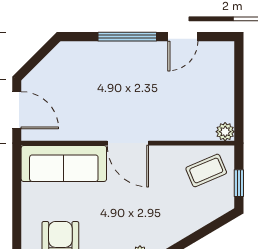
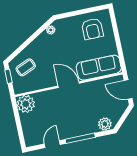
plant: (75, 54) -> (105, 124), added
plant: (225, 132) -> (26, 104), width x1.88, depth x1.88
coffee table: (206, 170) -> (26, 67), moved

